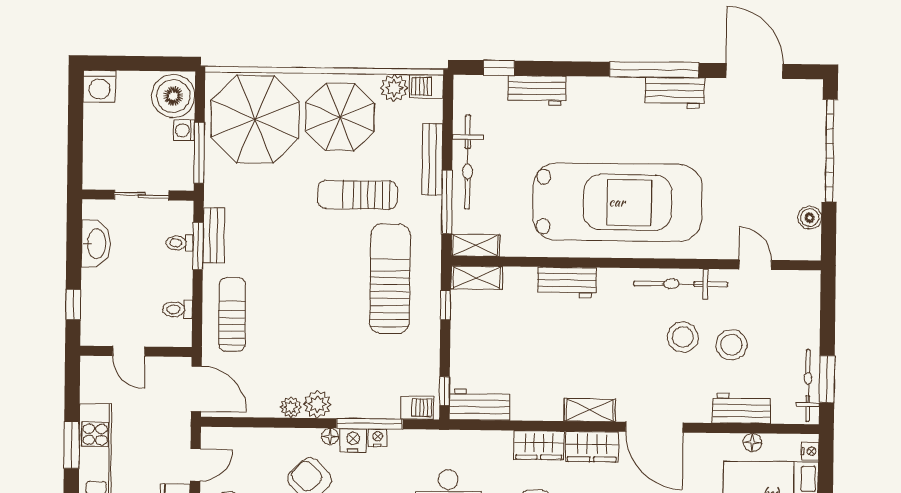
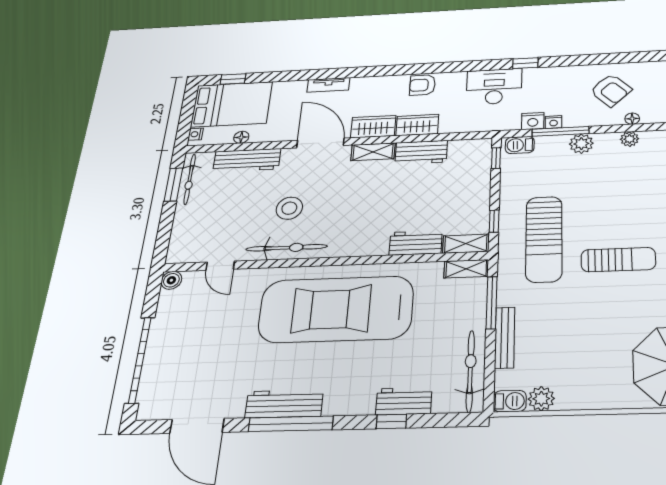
window: (499, 68) -> (391, 421), moved
workbench: (675, 93) -> (284, 404), width x1.37
parasol: (340, 117) -> (594, 371), removed
bicycle: (468, 162) -> (470, 371), moved
sun lounger: (357, 195) -> (618, 260), moved
boiler: (810, 218) -> (171, 280), moved
workbench: (567, 282) -> (416, 243), moved
stool: (731, 345) -> (249, 205), removed
plant: (317, 404) -> (581, 144), moved
workbench: (479, 405) -> (421, 152), moved
workbench: (741, 408) -> (247, 160), width x1.38
floor lamp: (330, 436) -> (632, 119), moved
nightstand: (353, 440) -> (533, 121), moved

